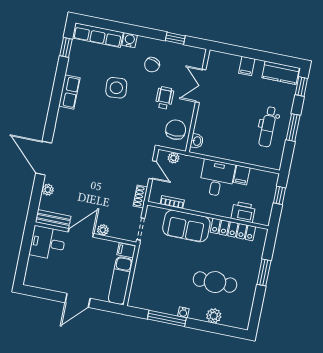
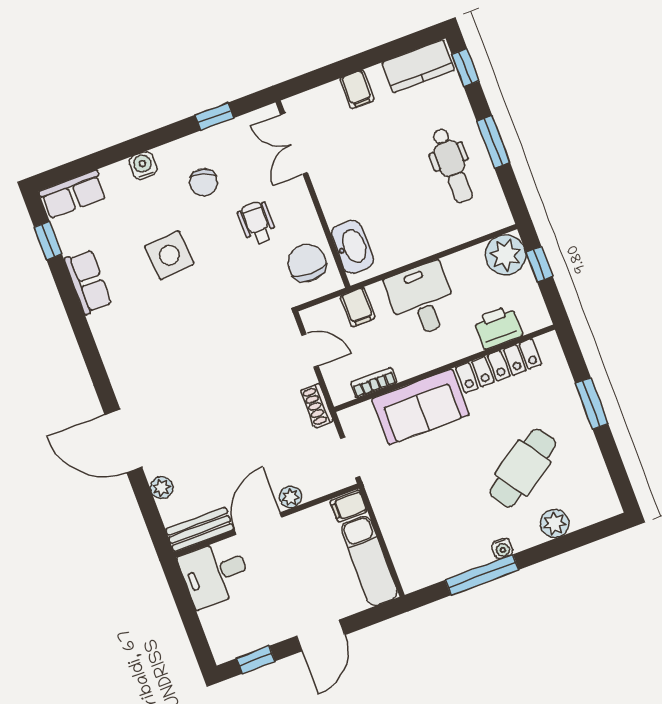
row of seats: (98, 35) -> (73, 194), width x0.68
double door: (201, 86) -> (294, 144), moved
row of seats: (69, 92) -> (88, 282), moved
washbasin: (197, 141) -> (352, 247), width x1.91, depth x1.45
plant: (174, 158) -> (506, 255), moved, width x1.87, depth x1.87
filing cabinet: (242, 175) -> (358, 307), moved
cafe table: (215, 282) -> (523, 468), turned -34
window: (42, 293) -> (256, 660), added

